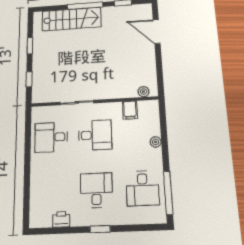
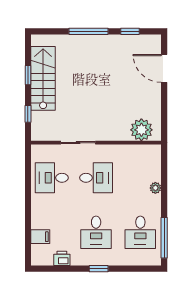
stairs: (71, 19) -> (43, 78), moved, turned -90
plant: (143, 92) -> (141, 130), width x1.88, depth x1.88
filing cabinet: (130, 110) -> (40, 237), moved, turned -90
desk: (96, 190) -> (96, 232), turned 180

